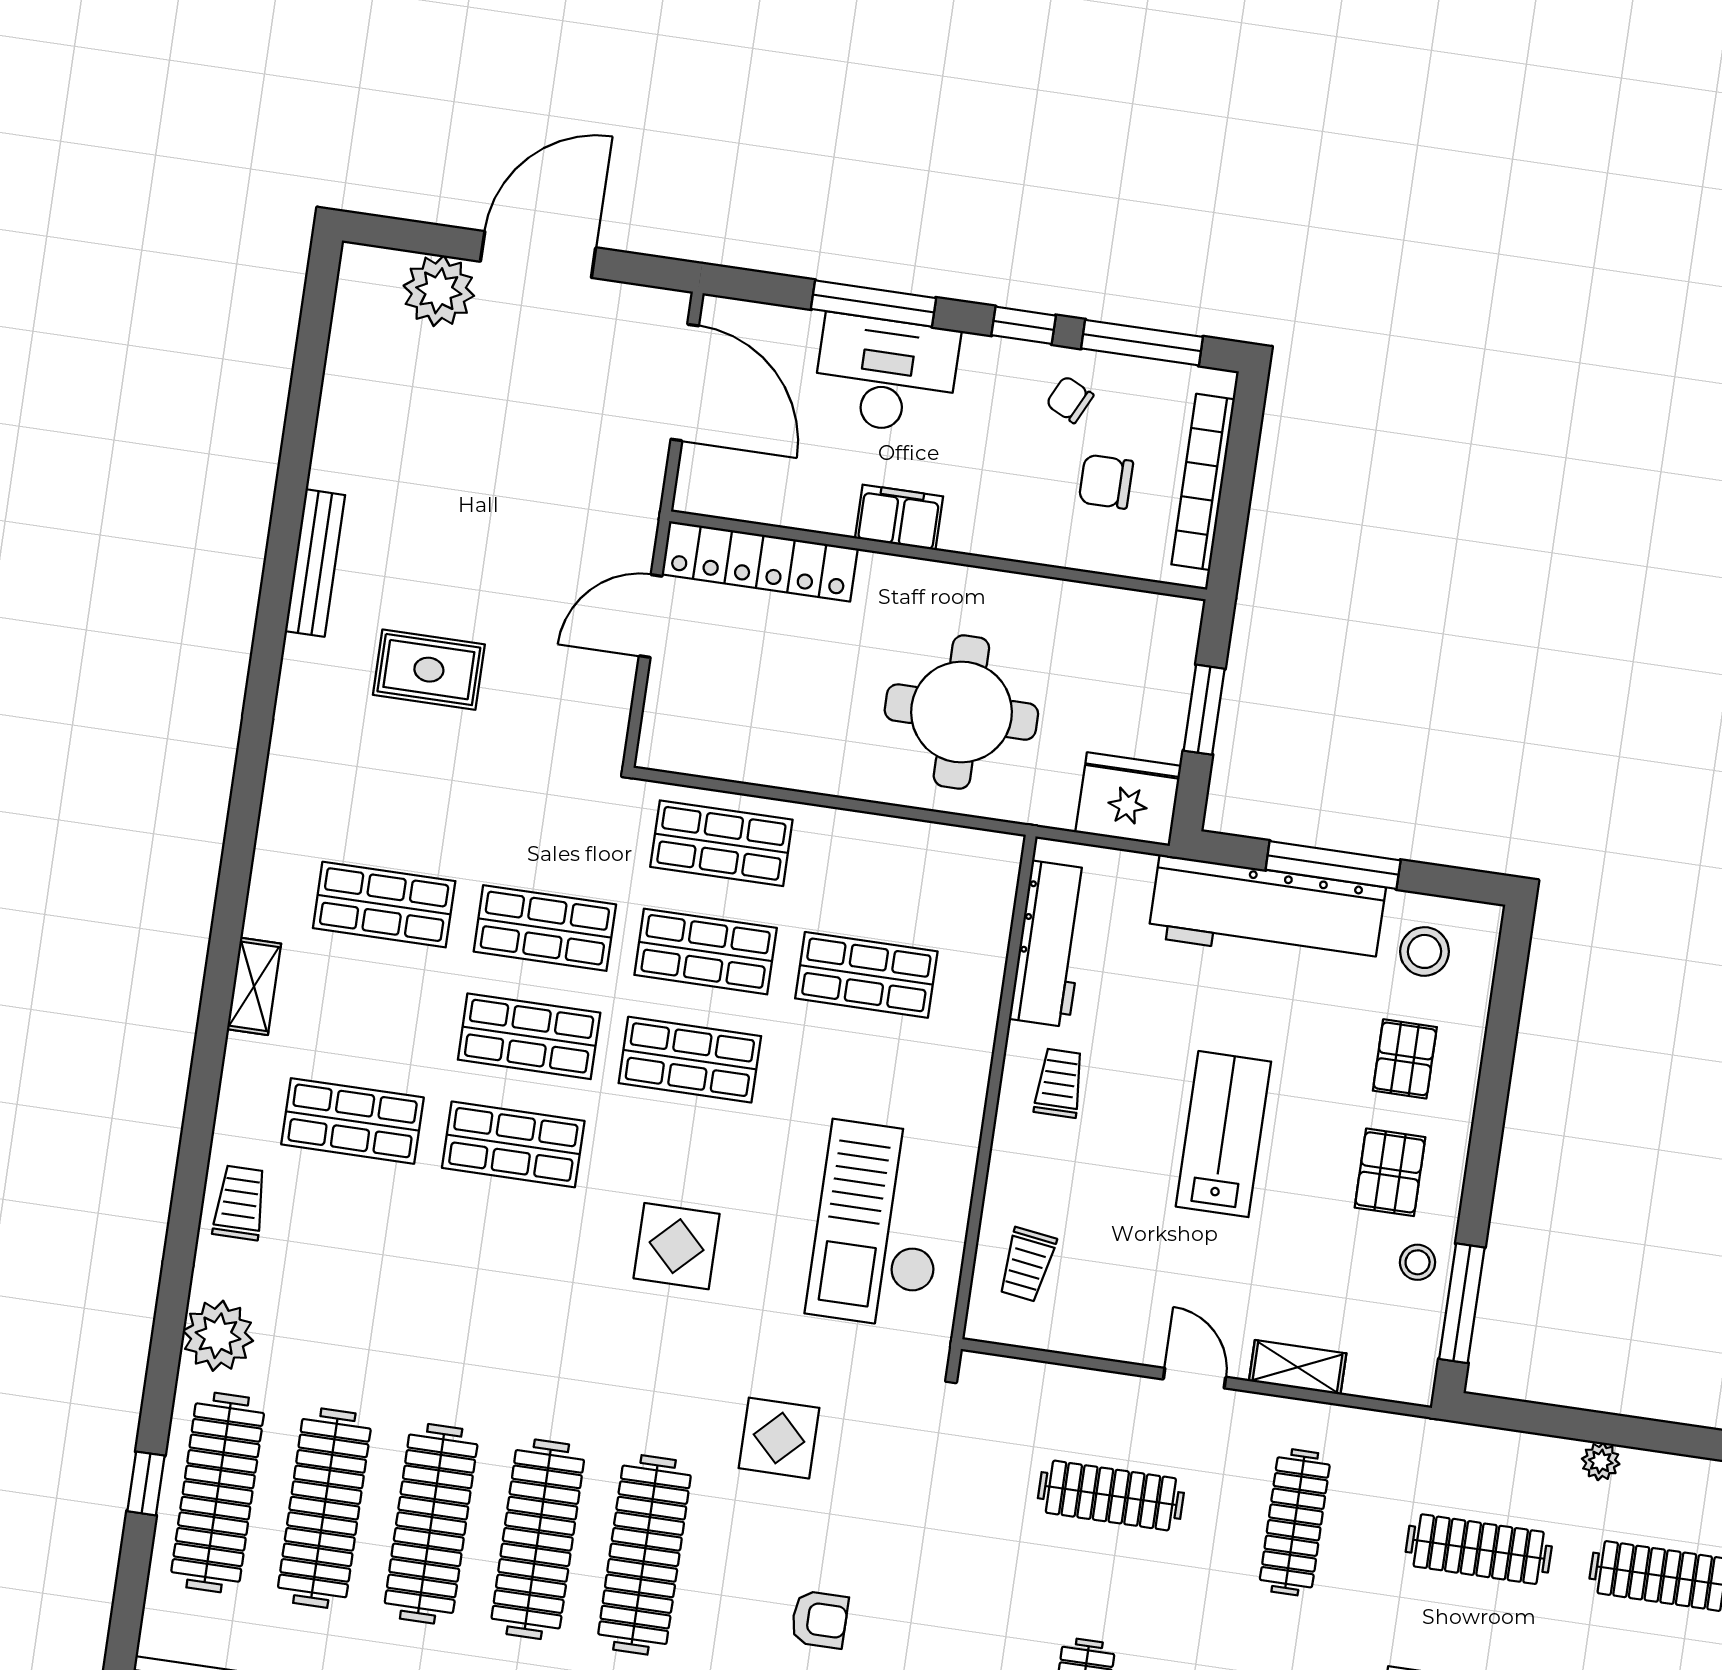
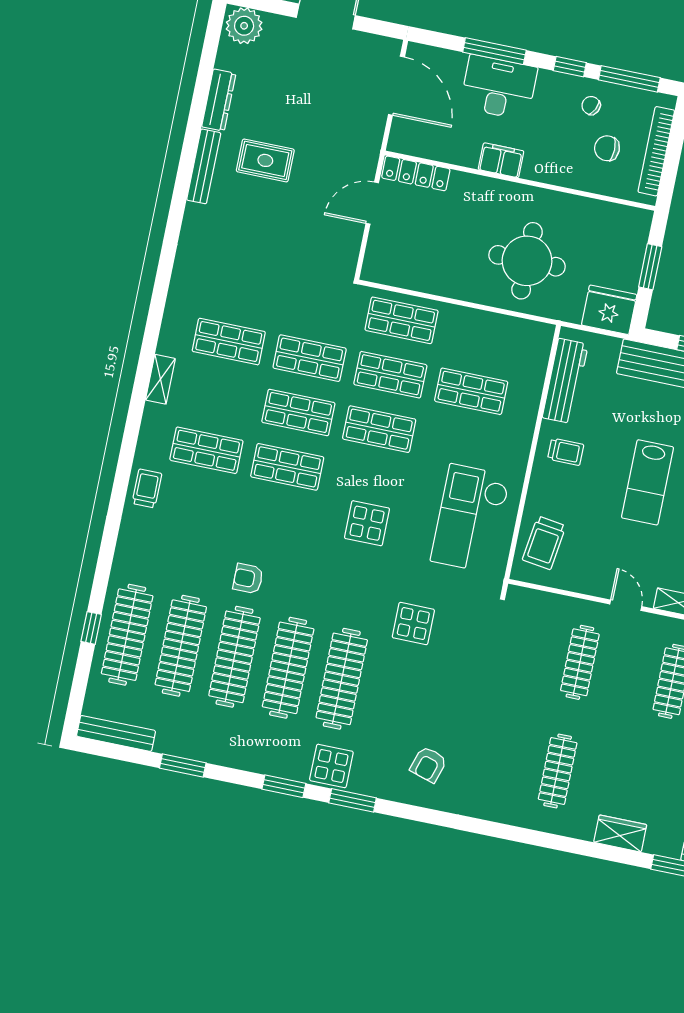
plant: (439, 291) -> (244, 26), moved
dresser: (337, 431) -> (219, 100), added
locker: (760, 561) -> (416, 173), width x0.71, depth x0.83
rug: (429, 670) -> (265, 160), moved
trolley: (1059, 1083) -> (566, 452), turned 90
lab bench: (1223, 1134) -> (648, 482), turned 180
trolley: (1027, 1265) -> (544, 543), width x1.36, depth x1.39
plant: (218, 1336) -> (132, 555), removed
clothes rail: (1111, 1496) -> (580, 662), turned 90
armchair: (820, 1619) -> (248, 579), moved, turned 180

